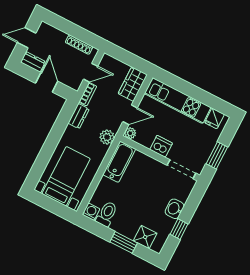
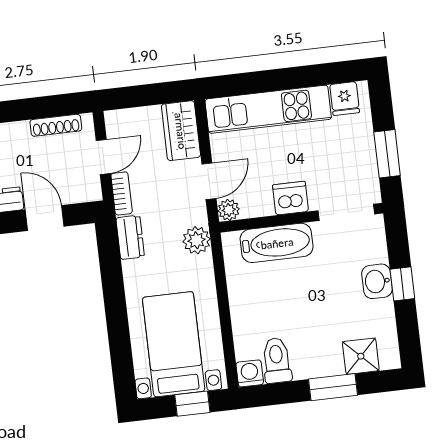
bathtub: (119, 162) -> (277, 243), moved, turned 90
window: (57, 208) -> (192, 404), added
window: (179, 229) -> (402, 284), moved

